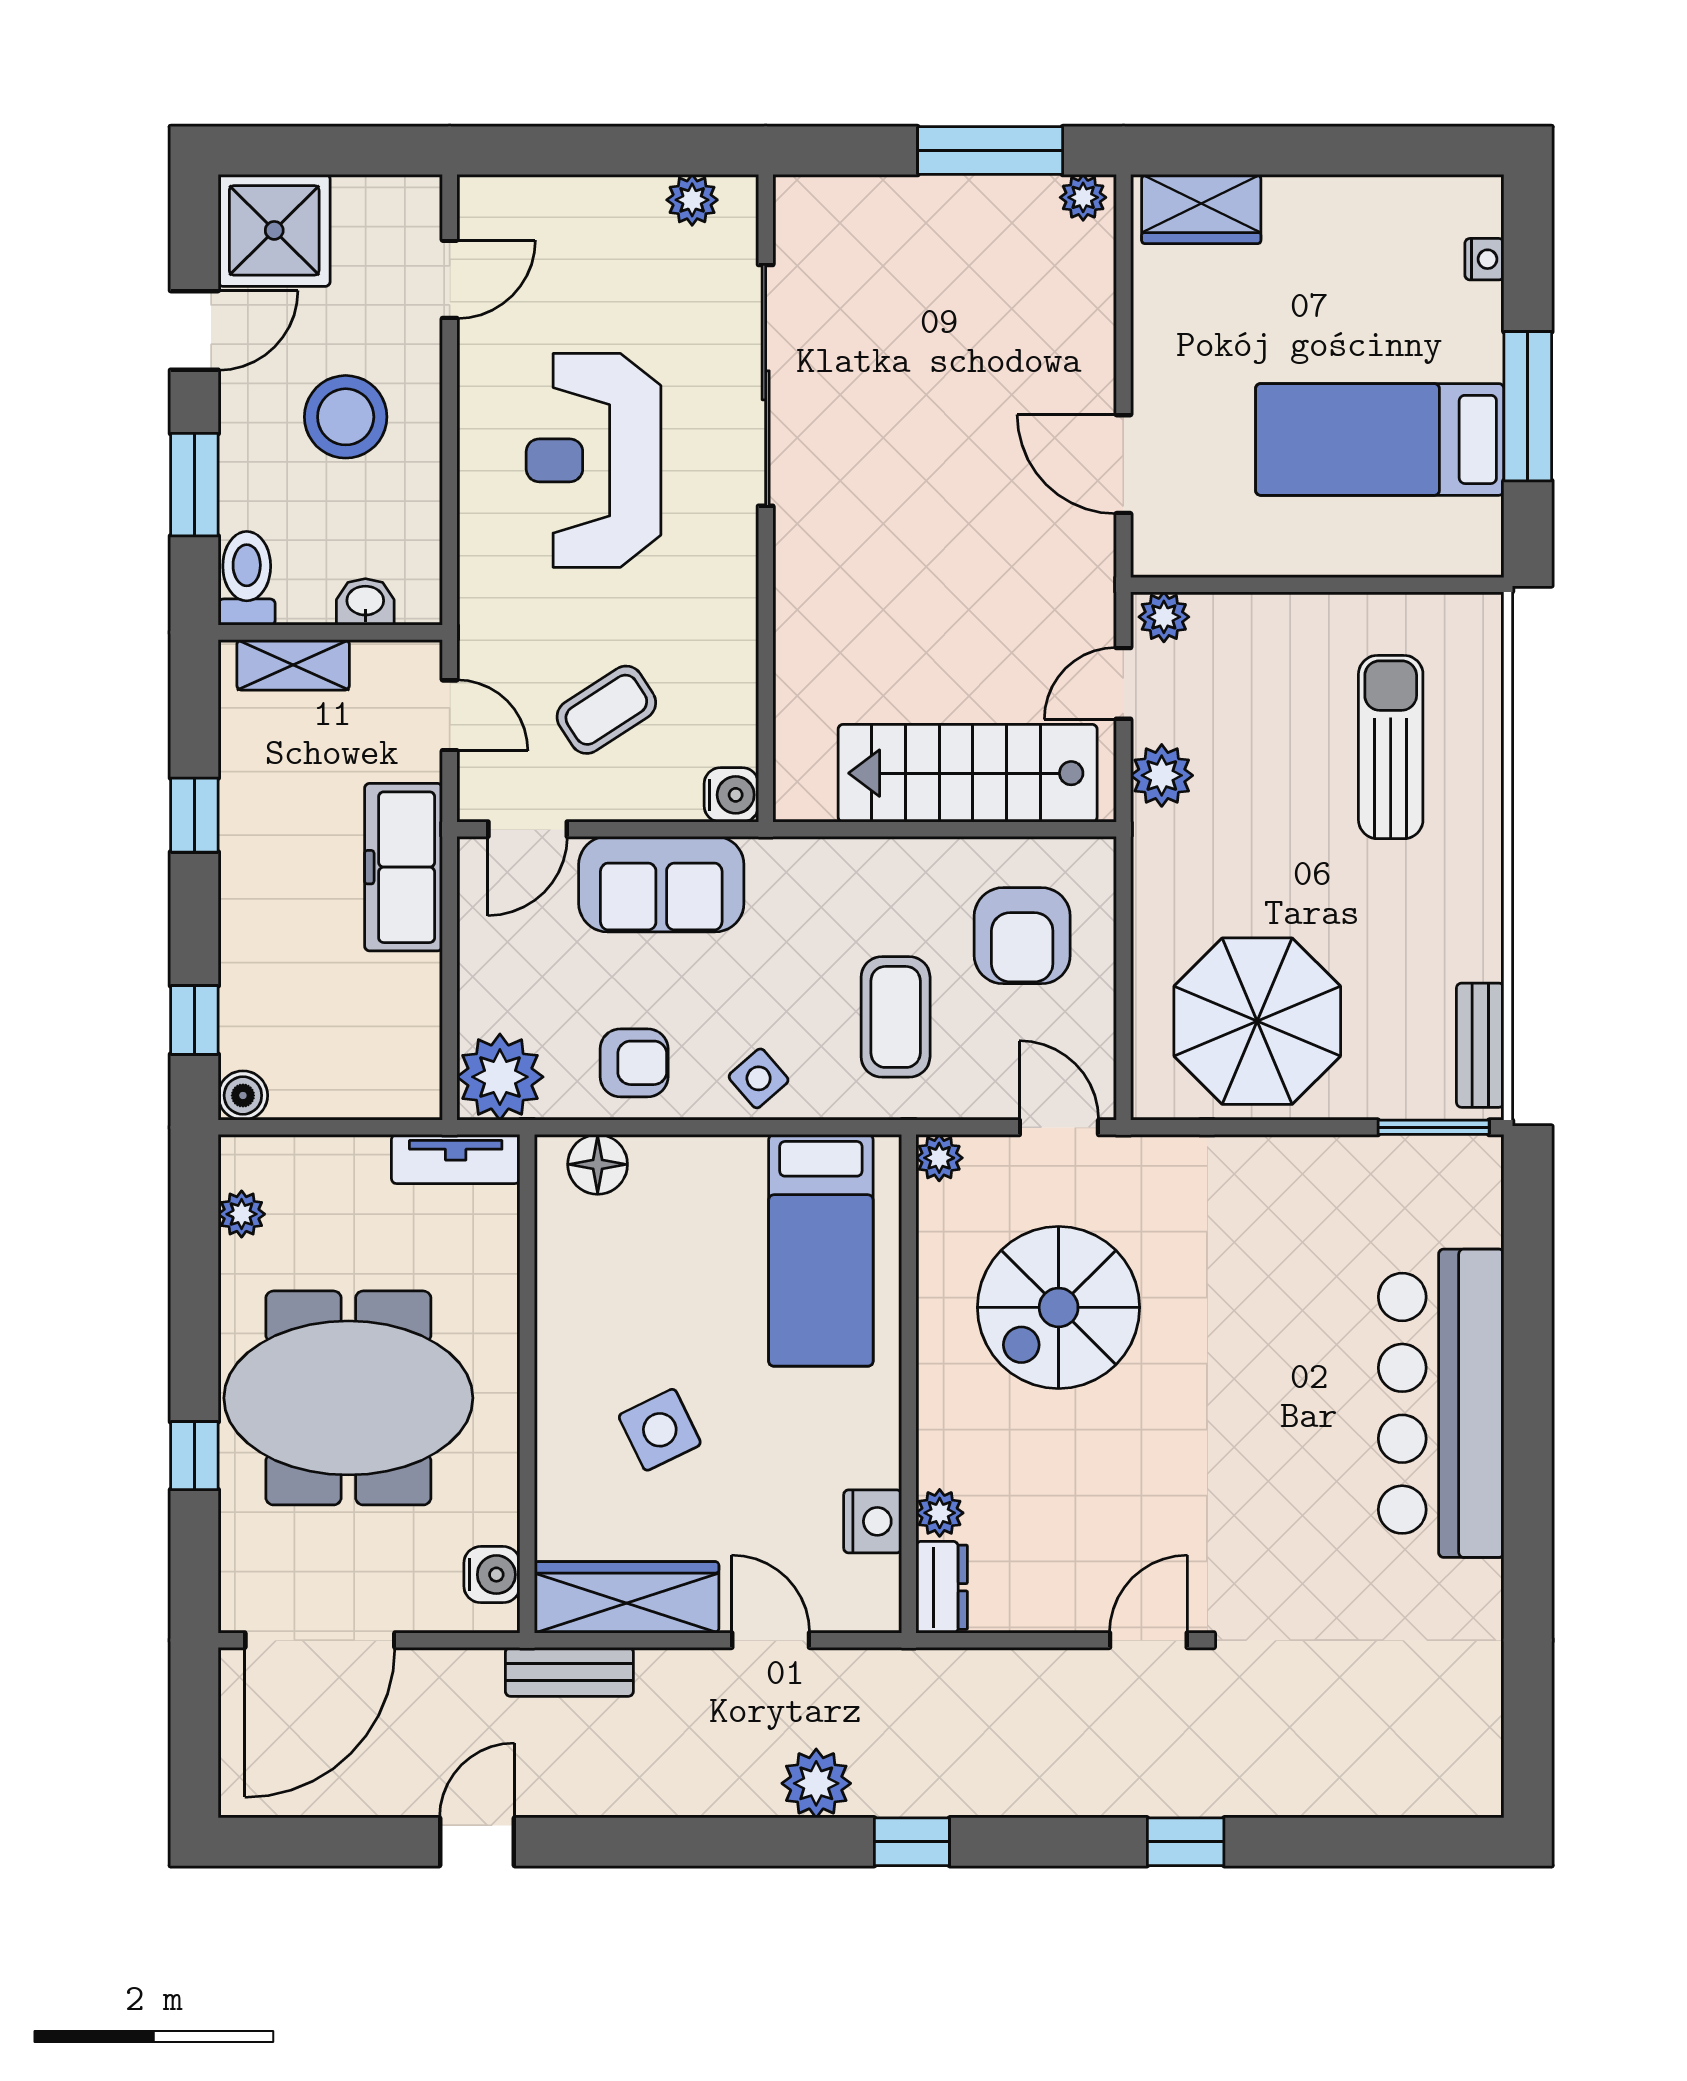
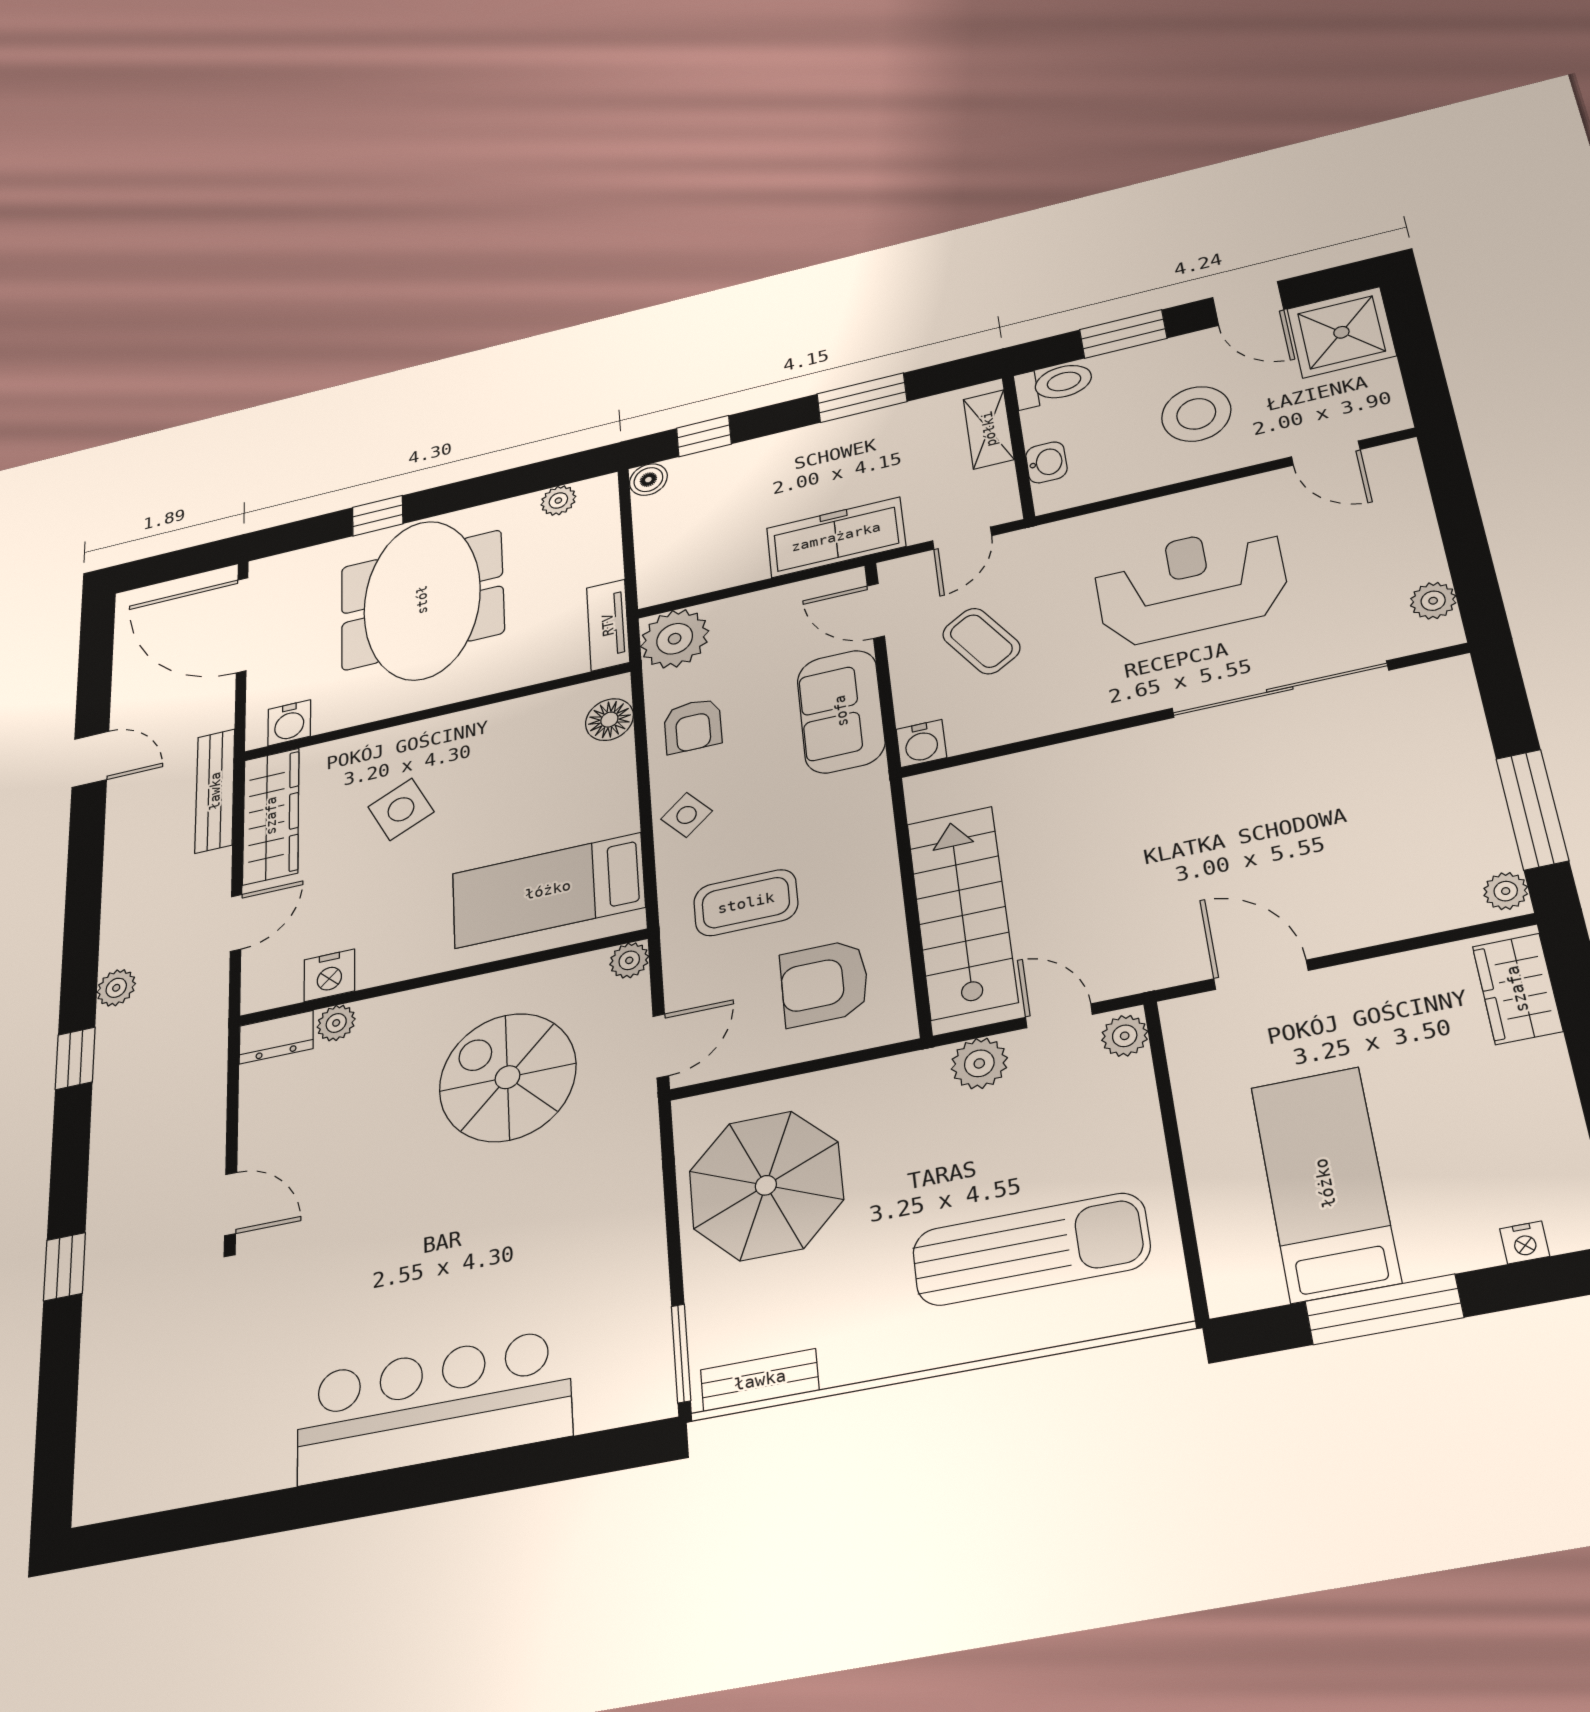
door: (1123, 464) -> (1261, 975), hinge flipped
sun lounger: (1391, 747) -> (1031, 1249), width x1.36, depth x1.34
window: (194, 815) -> (862, 398), width x1.50
bench: (569, 1672) -> (215, 791), width x1.36
plant: (816, 1783) -> (116, 988), width x0.73, depth x0.73

